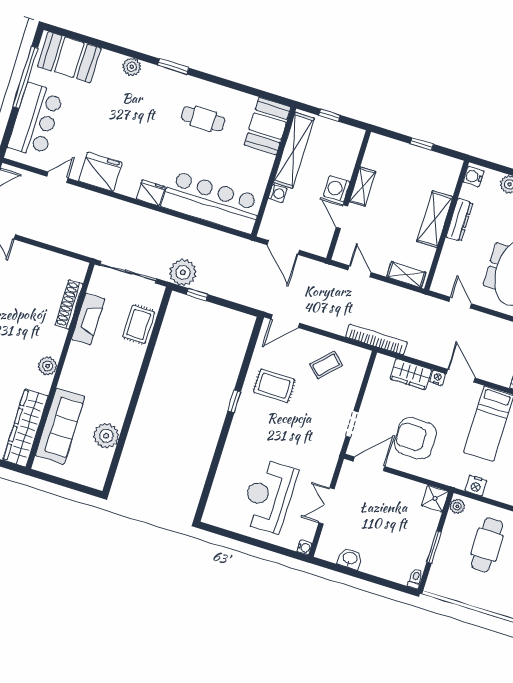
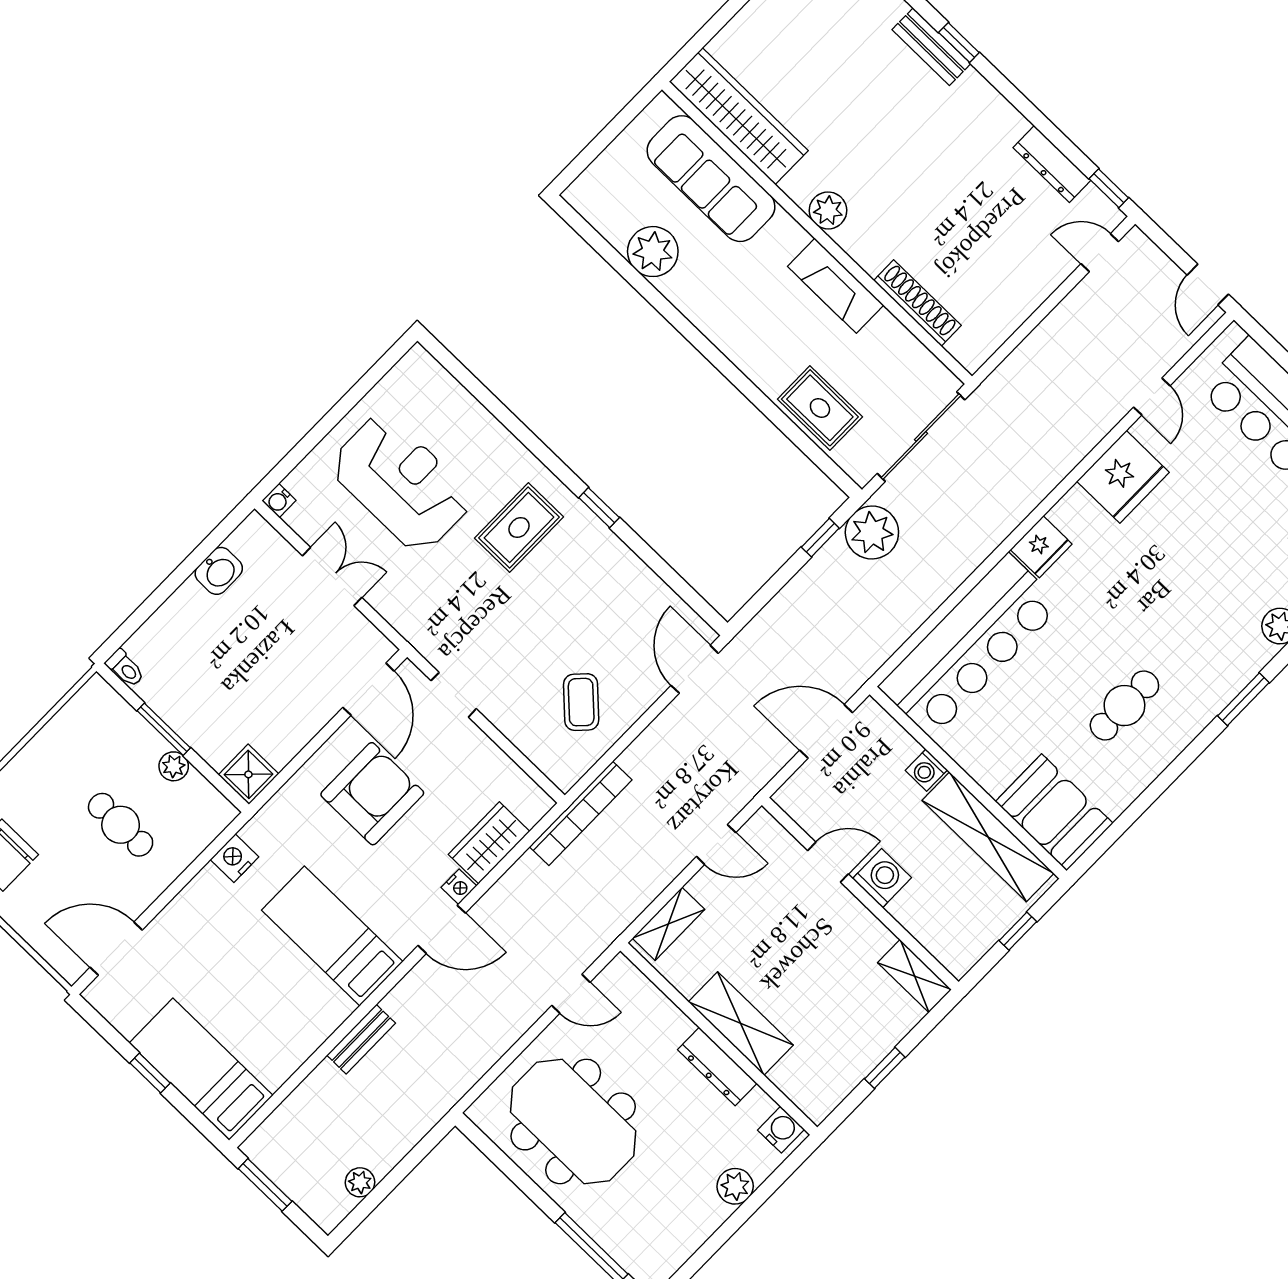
shelving: (363, 187) -> (914, 976), moved
fireplace: (88, 319) -> (836, 286), moved
rug: (274, 386) -> (519, 528), moved
plant: (457, 506) -> (174, 766), moved
cafe table: (487, 545) -> (121, 825), width x0.73, depth x0.74

